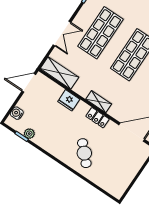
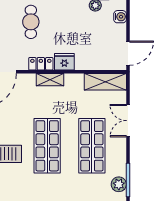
fridge: (69, 100) -> (64, 62), moved
cafe table: (84, 153) -> (31, 22), turned 44

